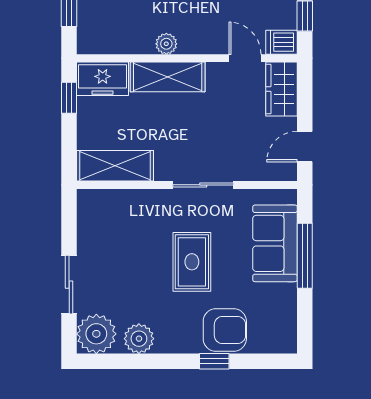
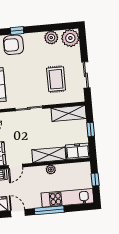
door: (245, 58) -> (15, 166), hinge flipped
window: (69, 98) -> (91, 129), moved
rug: (192, 262) -> (56, 79), moved
sliding door: (69, 285) -> (86, 75), moved

